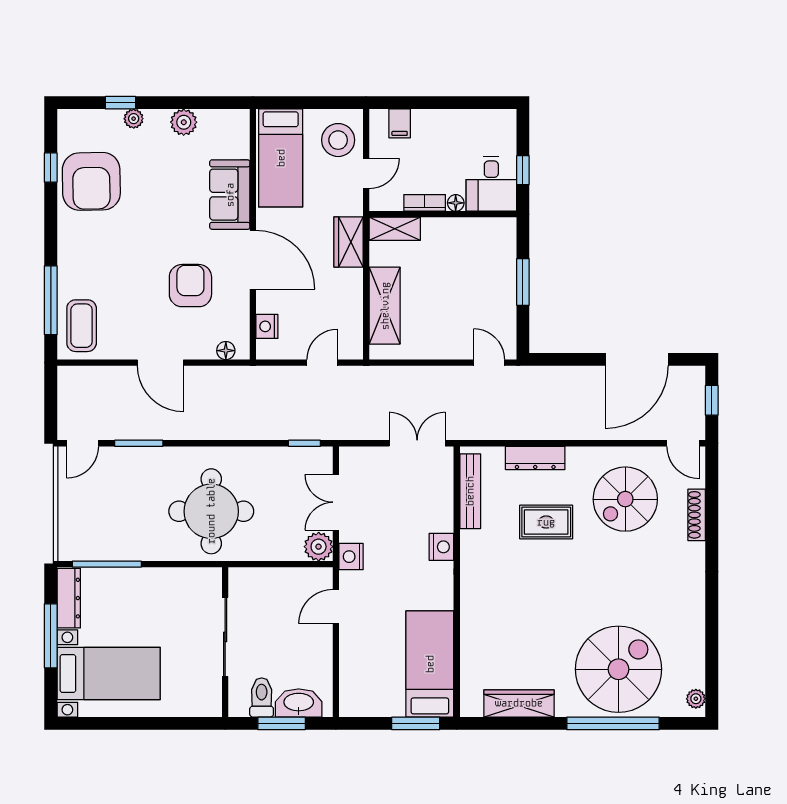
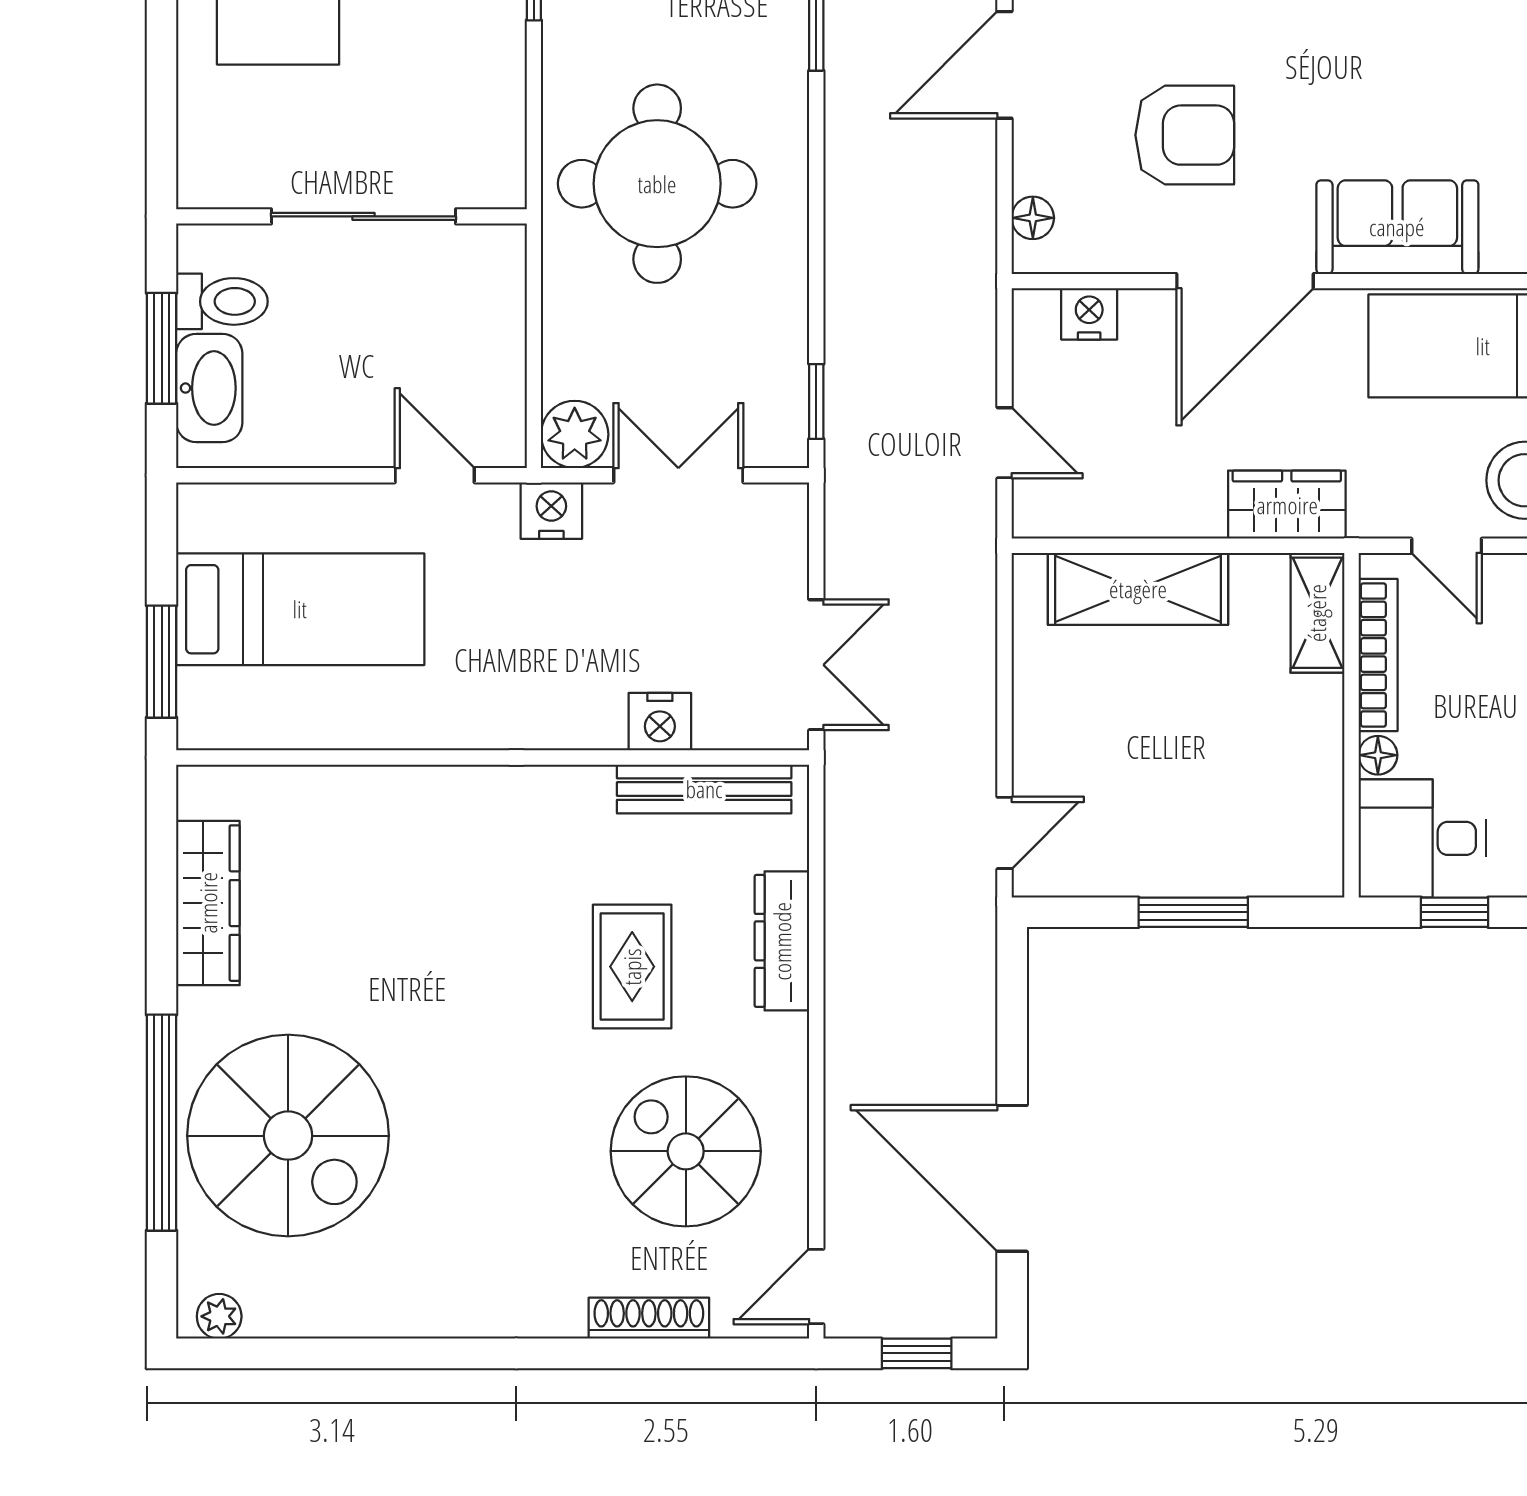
bookcase: (425, 203) -> (1378, 655), width x1.56
nightstand: (441, 547) -> (660, 722), moved
bed: (430, 664) -> (300, 609), moved

